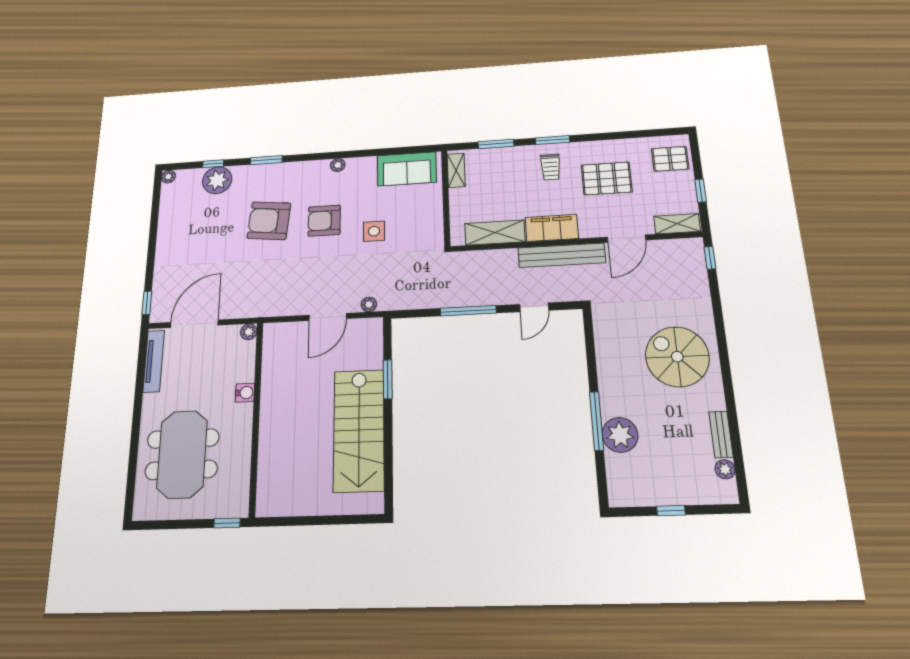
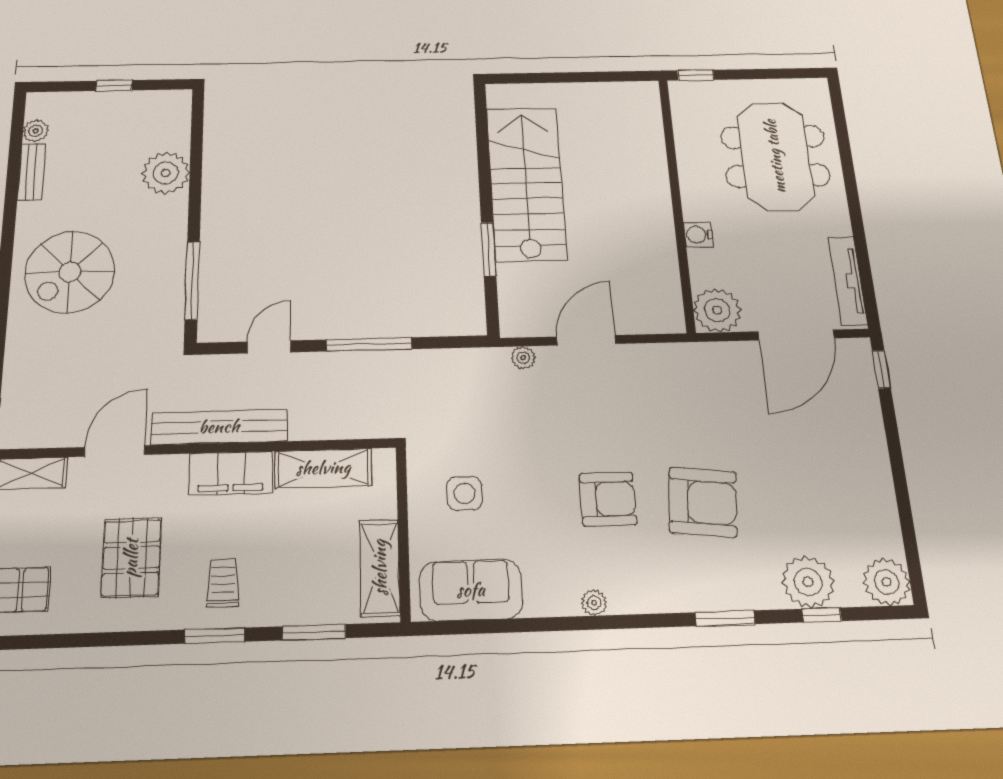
shelving: (456, 170) -> (380, 568), width x1.50, depth x1.33
plant: (168, 177) -> (887, 582), width x1.87, depth x1.87
pallet: (607, 178) -> (131, 558), turned 90
side table: (374, 231) -> (464, 493), moved
plant: (249, 332) -> (717, 310), width x1.87, depth x1.87
spiral stairs: (677, 357) -> (70, 272), turned 90
window: (597, 421) -> (192, 281), moved

